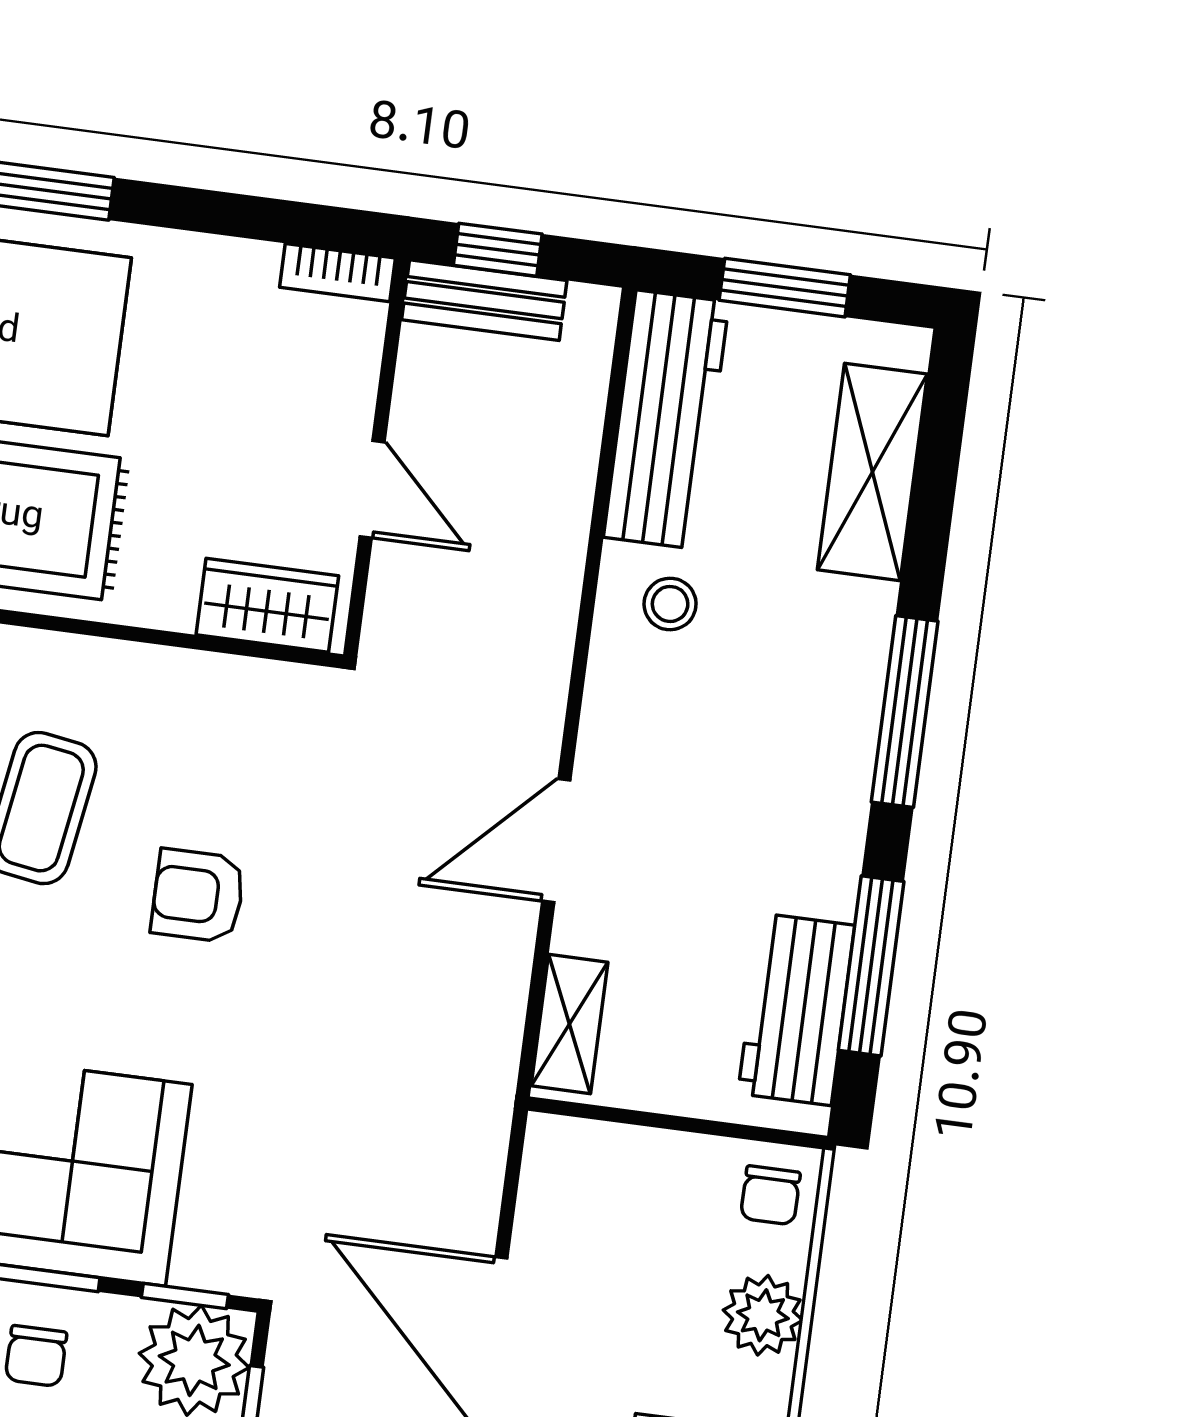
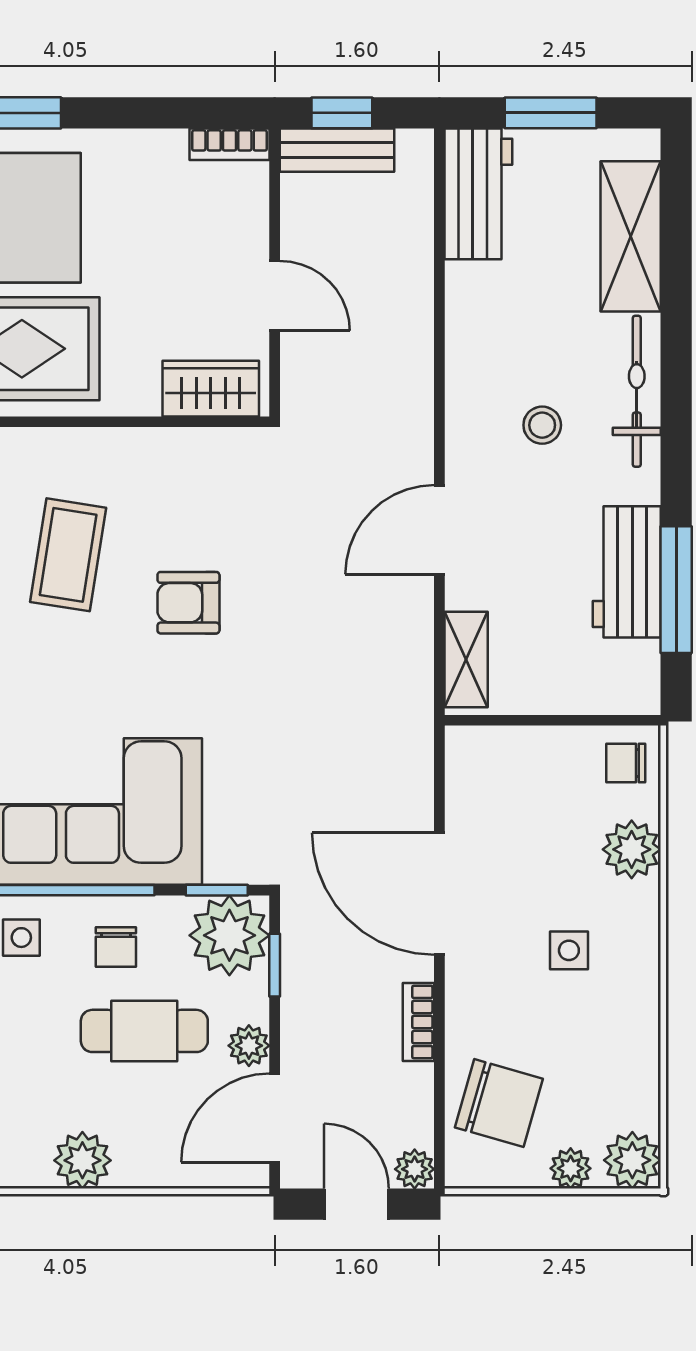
workbench: (666, 420) -> (478, 194), width x0.73
stool: (670, 604) -> (542, 425), moved
bicycle: (853, 686) -> (637, 391), added
window: (905, 712) -> (676, 405), removed
workbench: (796, 1009) -> (627, 572), moved
chair: (770, 1195) -> (626, 763), turned 90

